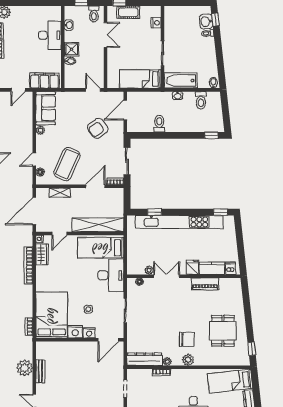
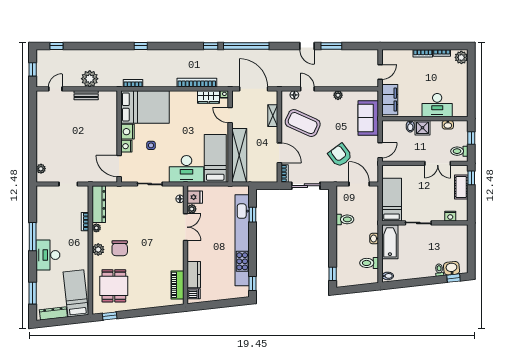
door: (18, 90) -> (380, 72), swing flipped
sofa: (46, 108) -> (368, 118), moved, turned 90
fridge: (192, 267) -> (195, 197), moved
piano: (205, 284) -> (177, 285), moved
dining table: (223, 331) -> (114, 286), moved, turned 90

